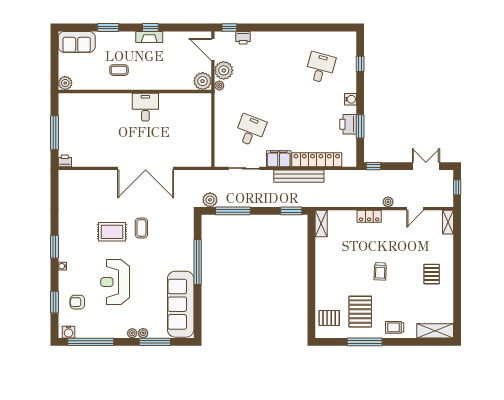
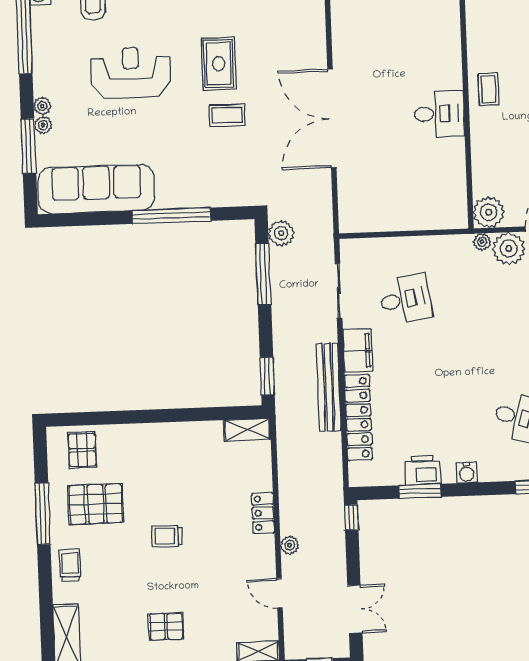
coffee table: (119, 70) -> (488, 89), moved
desk: (250, 130) -> (405, 299), turned -30

